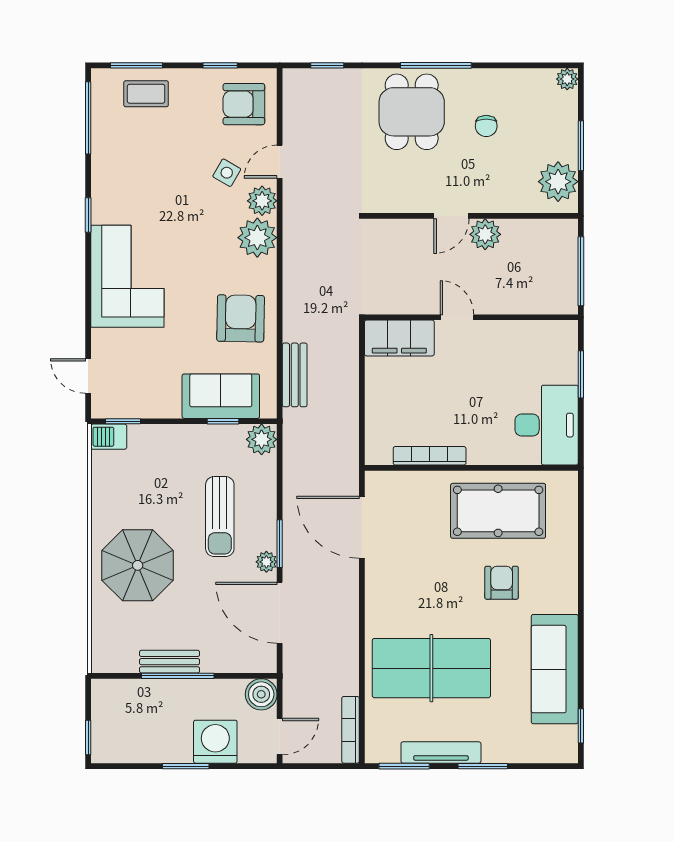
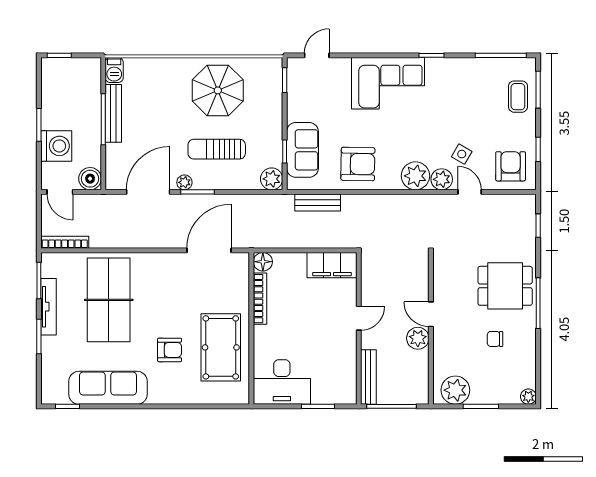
bench: (540, 304) -> (368, 377), added
filing cabinet: (399, 338) -> (332, 265), moved, turned -90
barbecue: (109, 437) -> (114, 70), moved, turned 180
floor lamp: (378, 452) -> (263, 262), added
parasol: (138, 565) -> (218, 90), moved
bench: (170, 662) -> (113, 113), width x1.36

